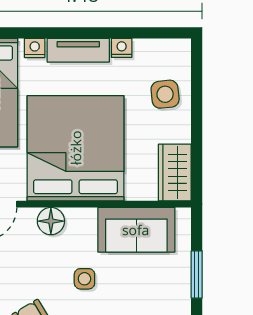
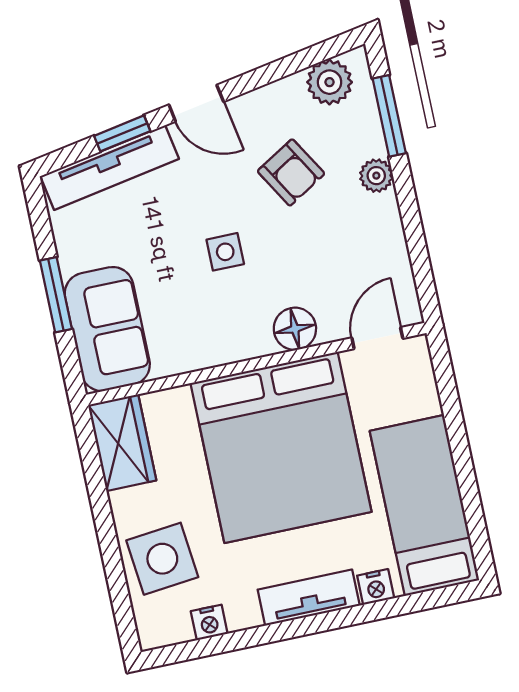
nightstand: (122, 48) -> (209, 622), moved
side table: (165, 94) -> (162, 559), width x1.37, depth x1.37
sofa: (136, 230) -> (107, 329), moved, turned 90

